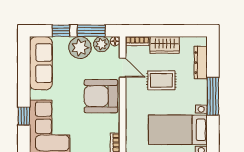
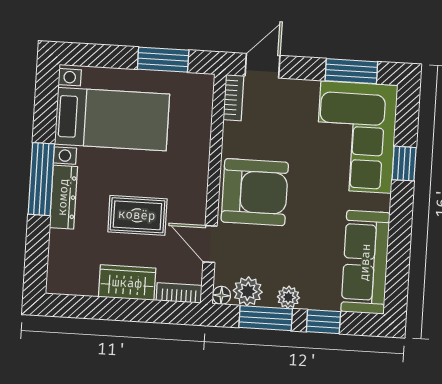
plant: (80, 48) -> (288, 297), width x0.53, depth x0.53
dresser: (201, 63) -> (63, 197), moved

